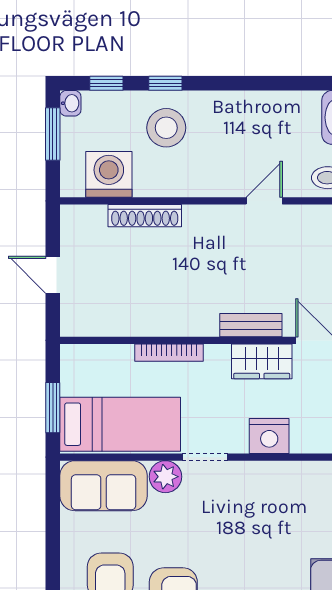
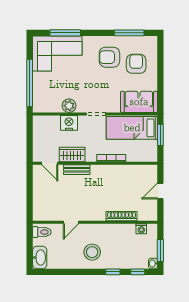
stool: (166, 128) -> (92, 252), moved
washing machine: (109, 174) -> (141, 229), width x0.53, depth x0.53
door: (53, 275) -> (160, 191), swing flipped
plant: (165, 477) -> (69, 106), moved

